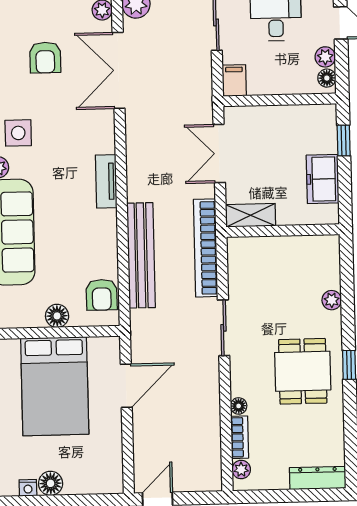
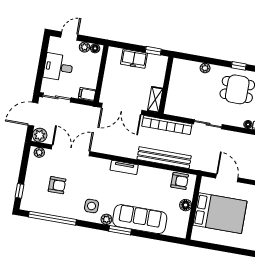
double door: (119, 70) -> (71, 150), swing flipped
window: (344, 141) -> (153, 51), moved
double door: (219, 154) -> (122, 109), width x1.37
freezer: (323, 179) -> (134, 59), moved

